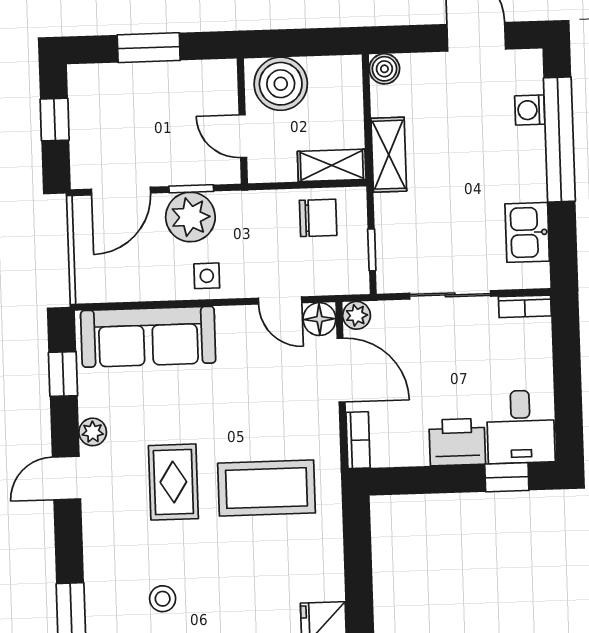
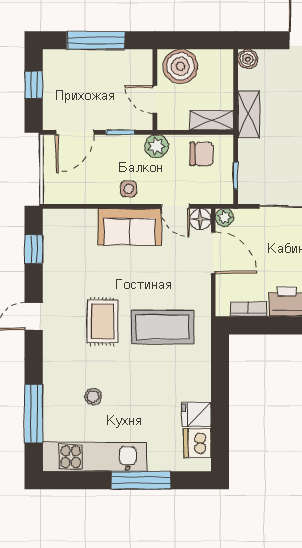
window: (149, 48) -> (96, 40), width x1.44
plant: (190, 217) -> (156, 146), moved, width x0.73, depth x0.73
sofa: (148, 337) -> (130, 227), moved, width x0.73
plant: (93, 432) -> (52, 287), removed
bookcase: (358, 440) -> (249, 309), moved, turned -90

